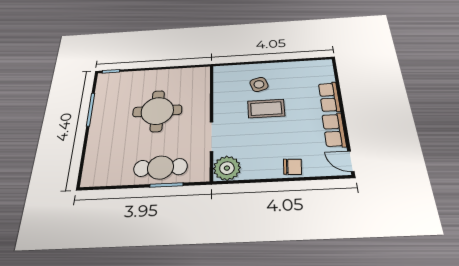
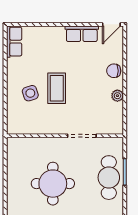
row of seats: (329, 97) -> (14, 42), moved, turned -90
chair: (292, 167) -> (114, 71), turned -94
plant: (227, 168) -> (117, 96), moved, width x0.53, depth x0.53

